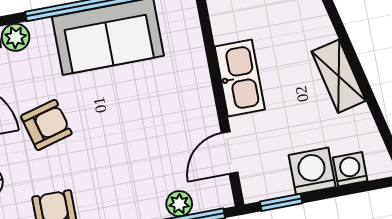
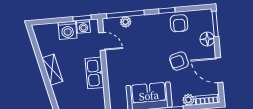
door: (230, 153) -> (102, 41), hinge flipped
washing machine: (350, 169) -> (83, 27), moved

